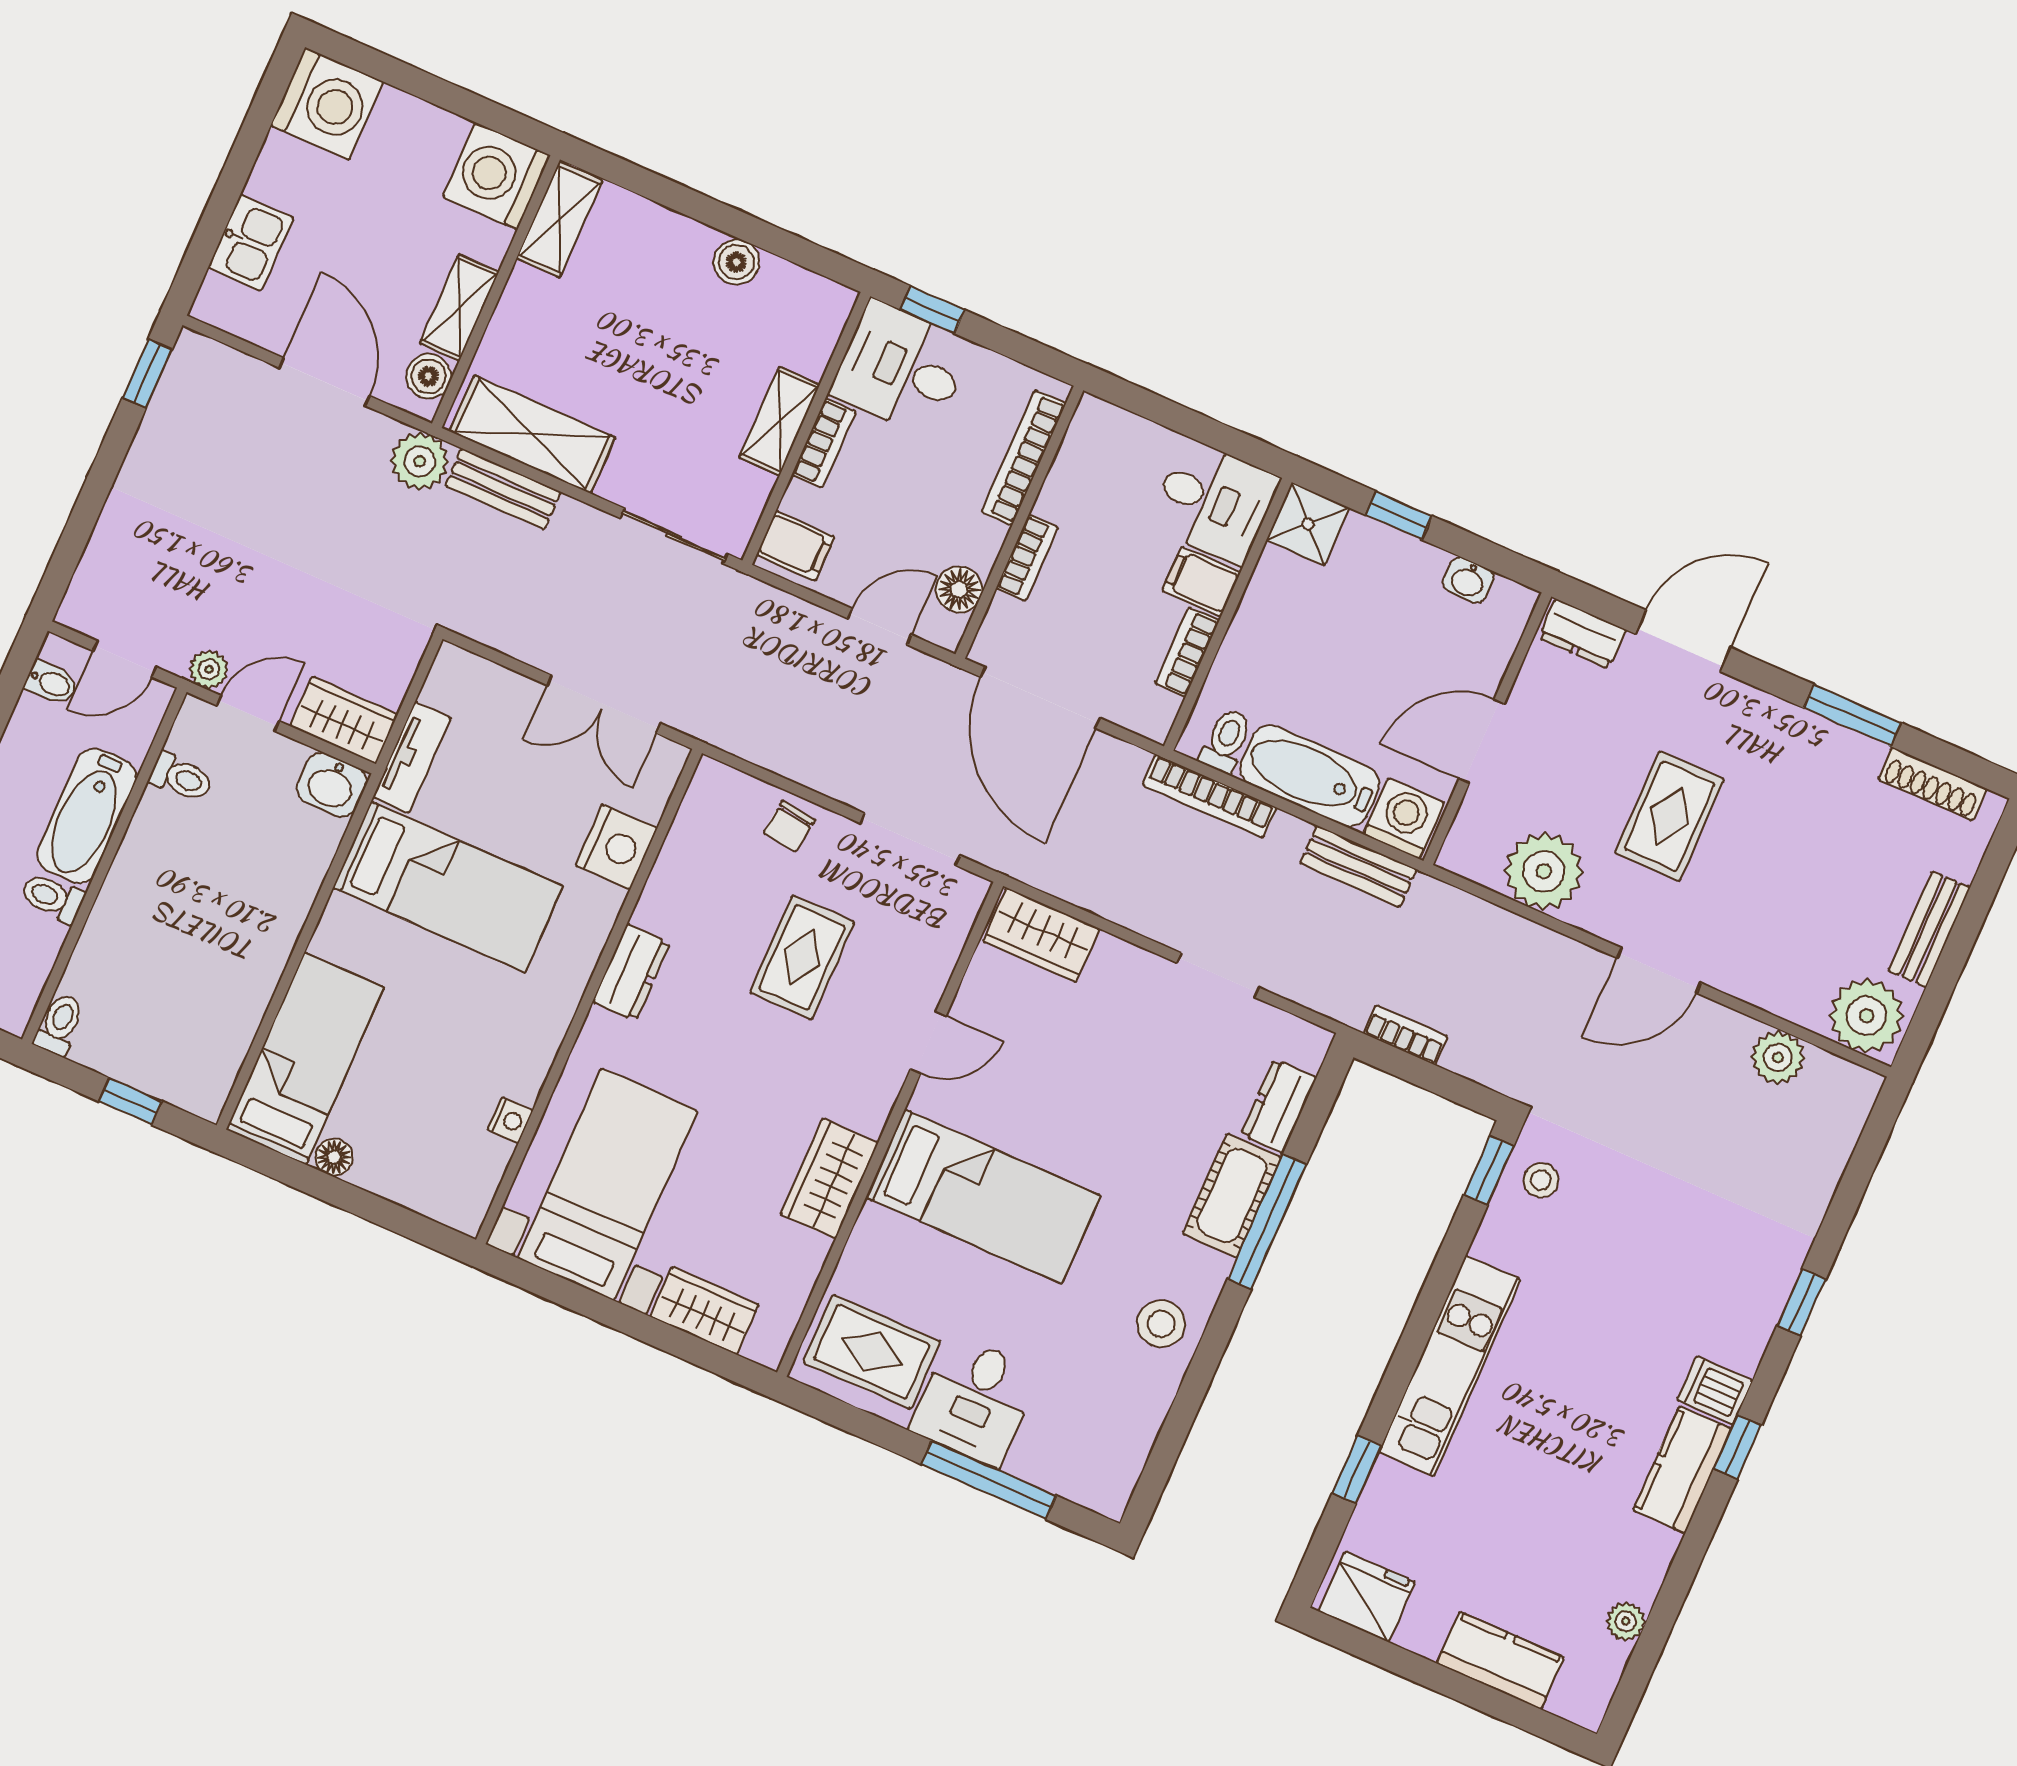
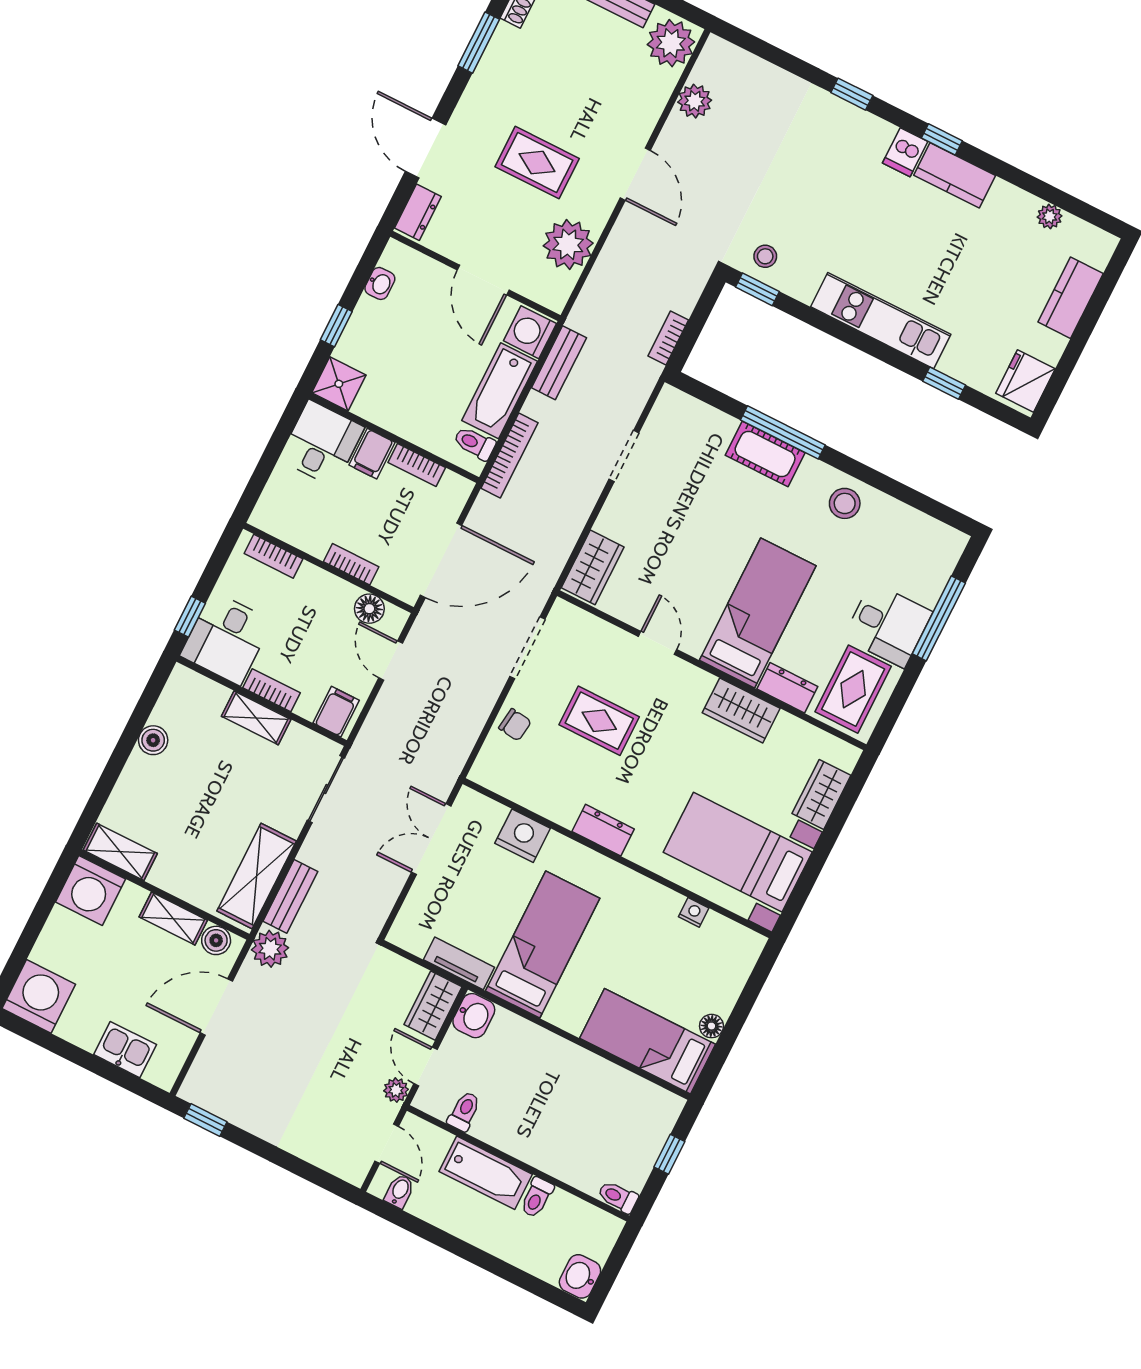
bookcase: (1024, 458) -> (274, 556), width x0.64
double door: (604, 704) -> (431, 839), swing flipped
dresser: (1279, 1106) -> (787, 688), moved, turned 180

